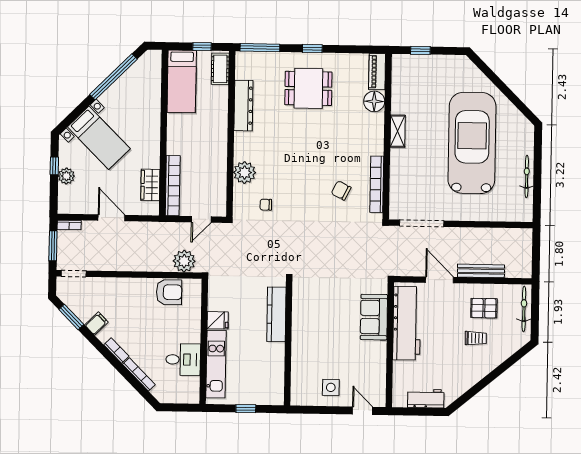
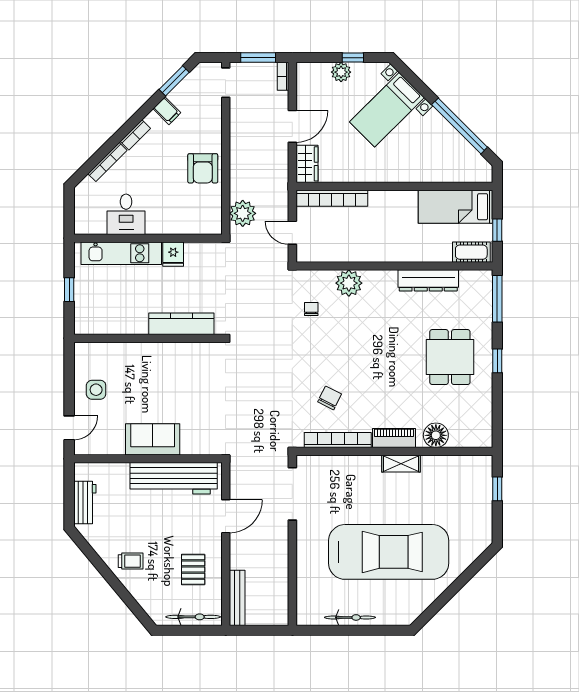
piano: (377, 72) -> (394, 438), moved
wardrobe: (150, 185) -> (307, 164), moved, turned 90
bench: (481, 271) -> (237, 598), moved
armchair: (169, 292) -> (203, 168), moved
sofa: (374, 317) -> (153, 439), moved
trolley: (476, 338) -> (131, 561), moved, turned -90

